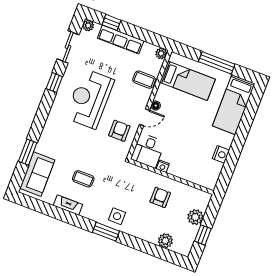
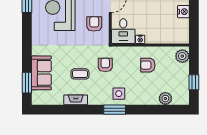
window: (28, 152) -> (27, 83), moved
sofa: (37, 174) -> (41, 73), moved
armchair: (114, 180) -> (105, 65), added
armchair: (160, 197) -> (148, 65), turned -90
plant: (195, 217) -> (182, 56), moved

